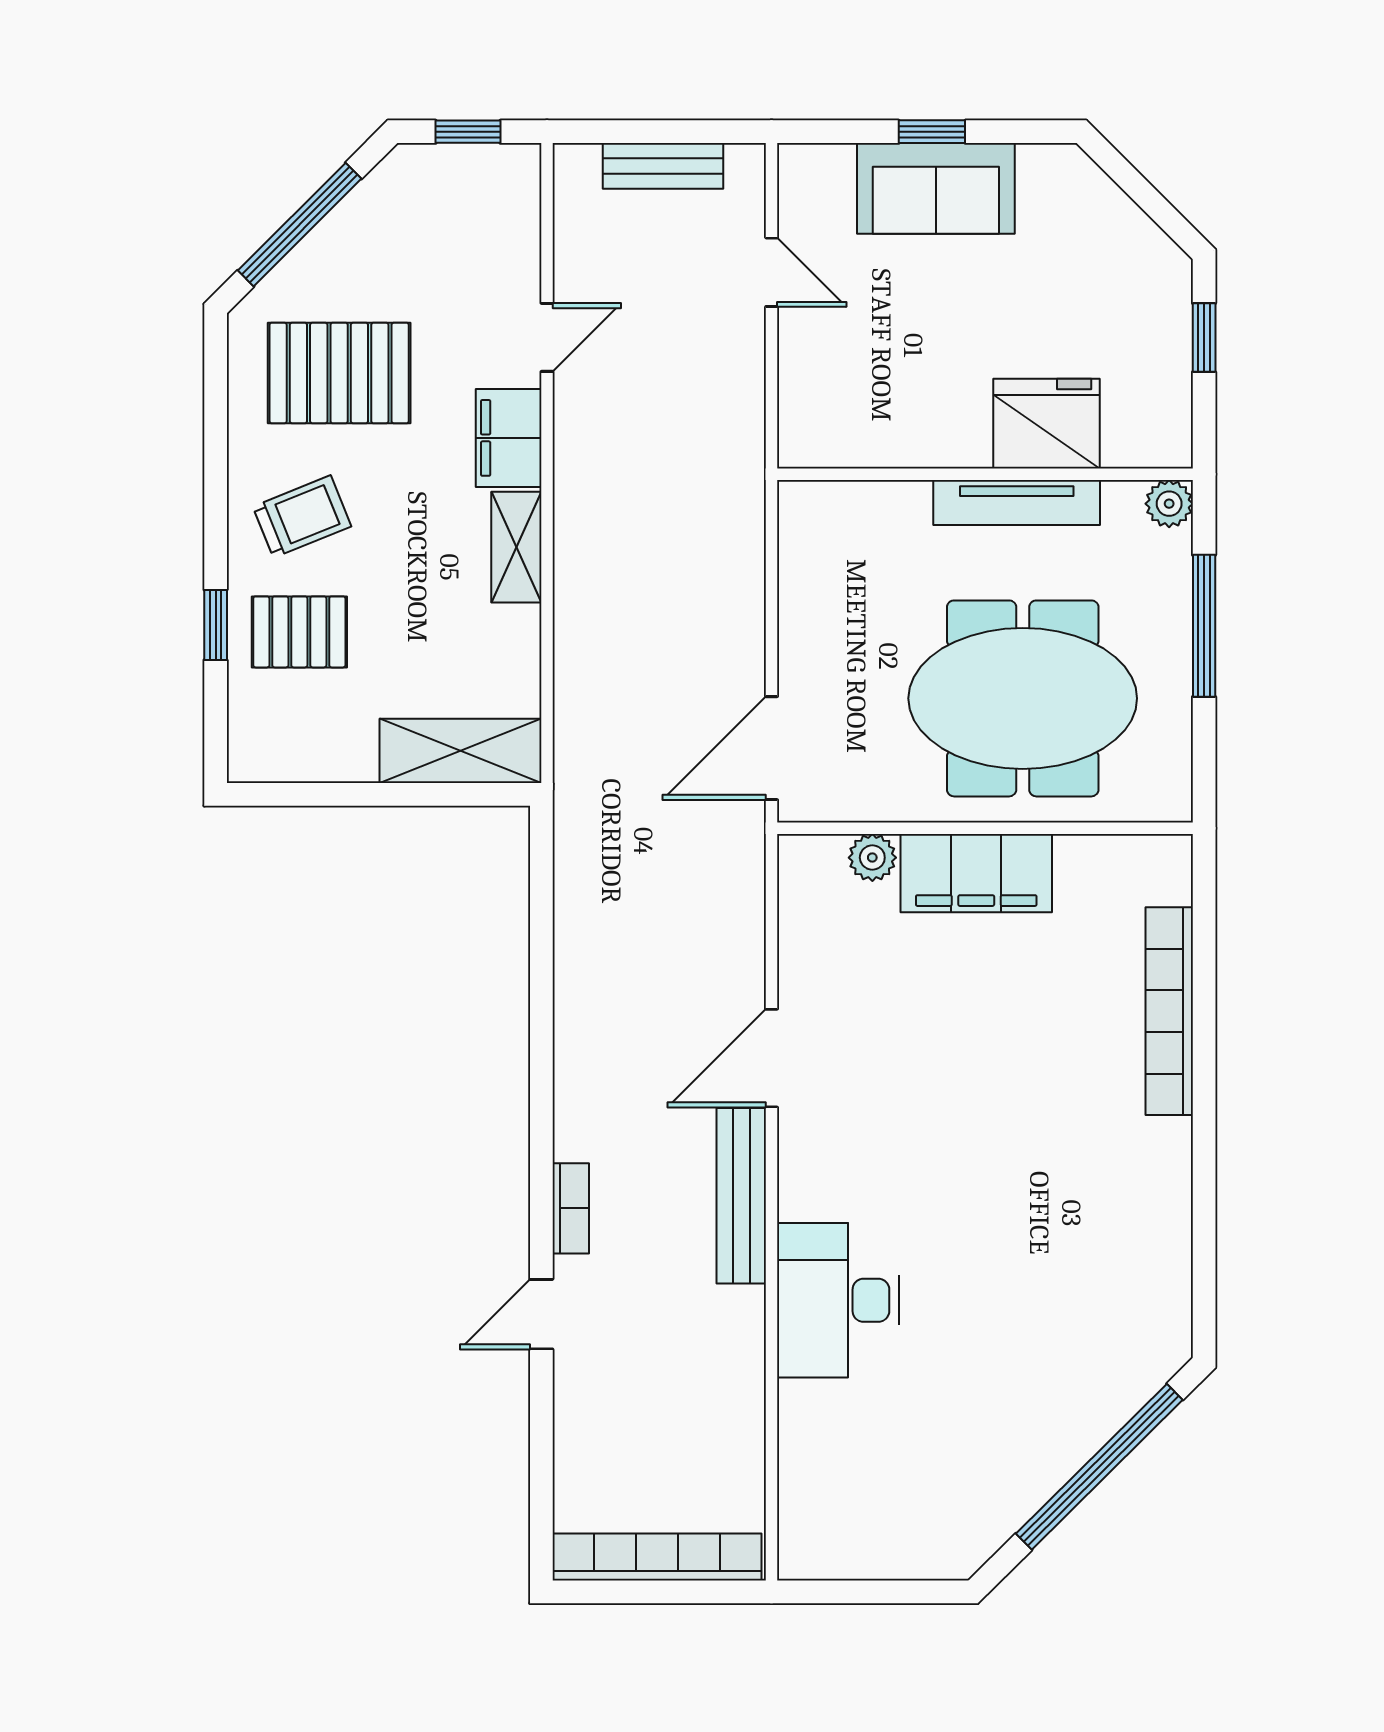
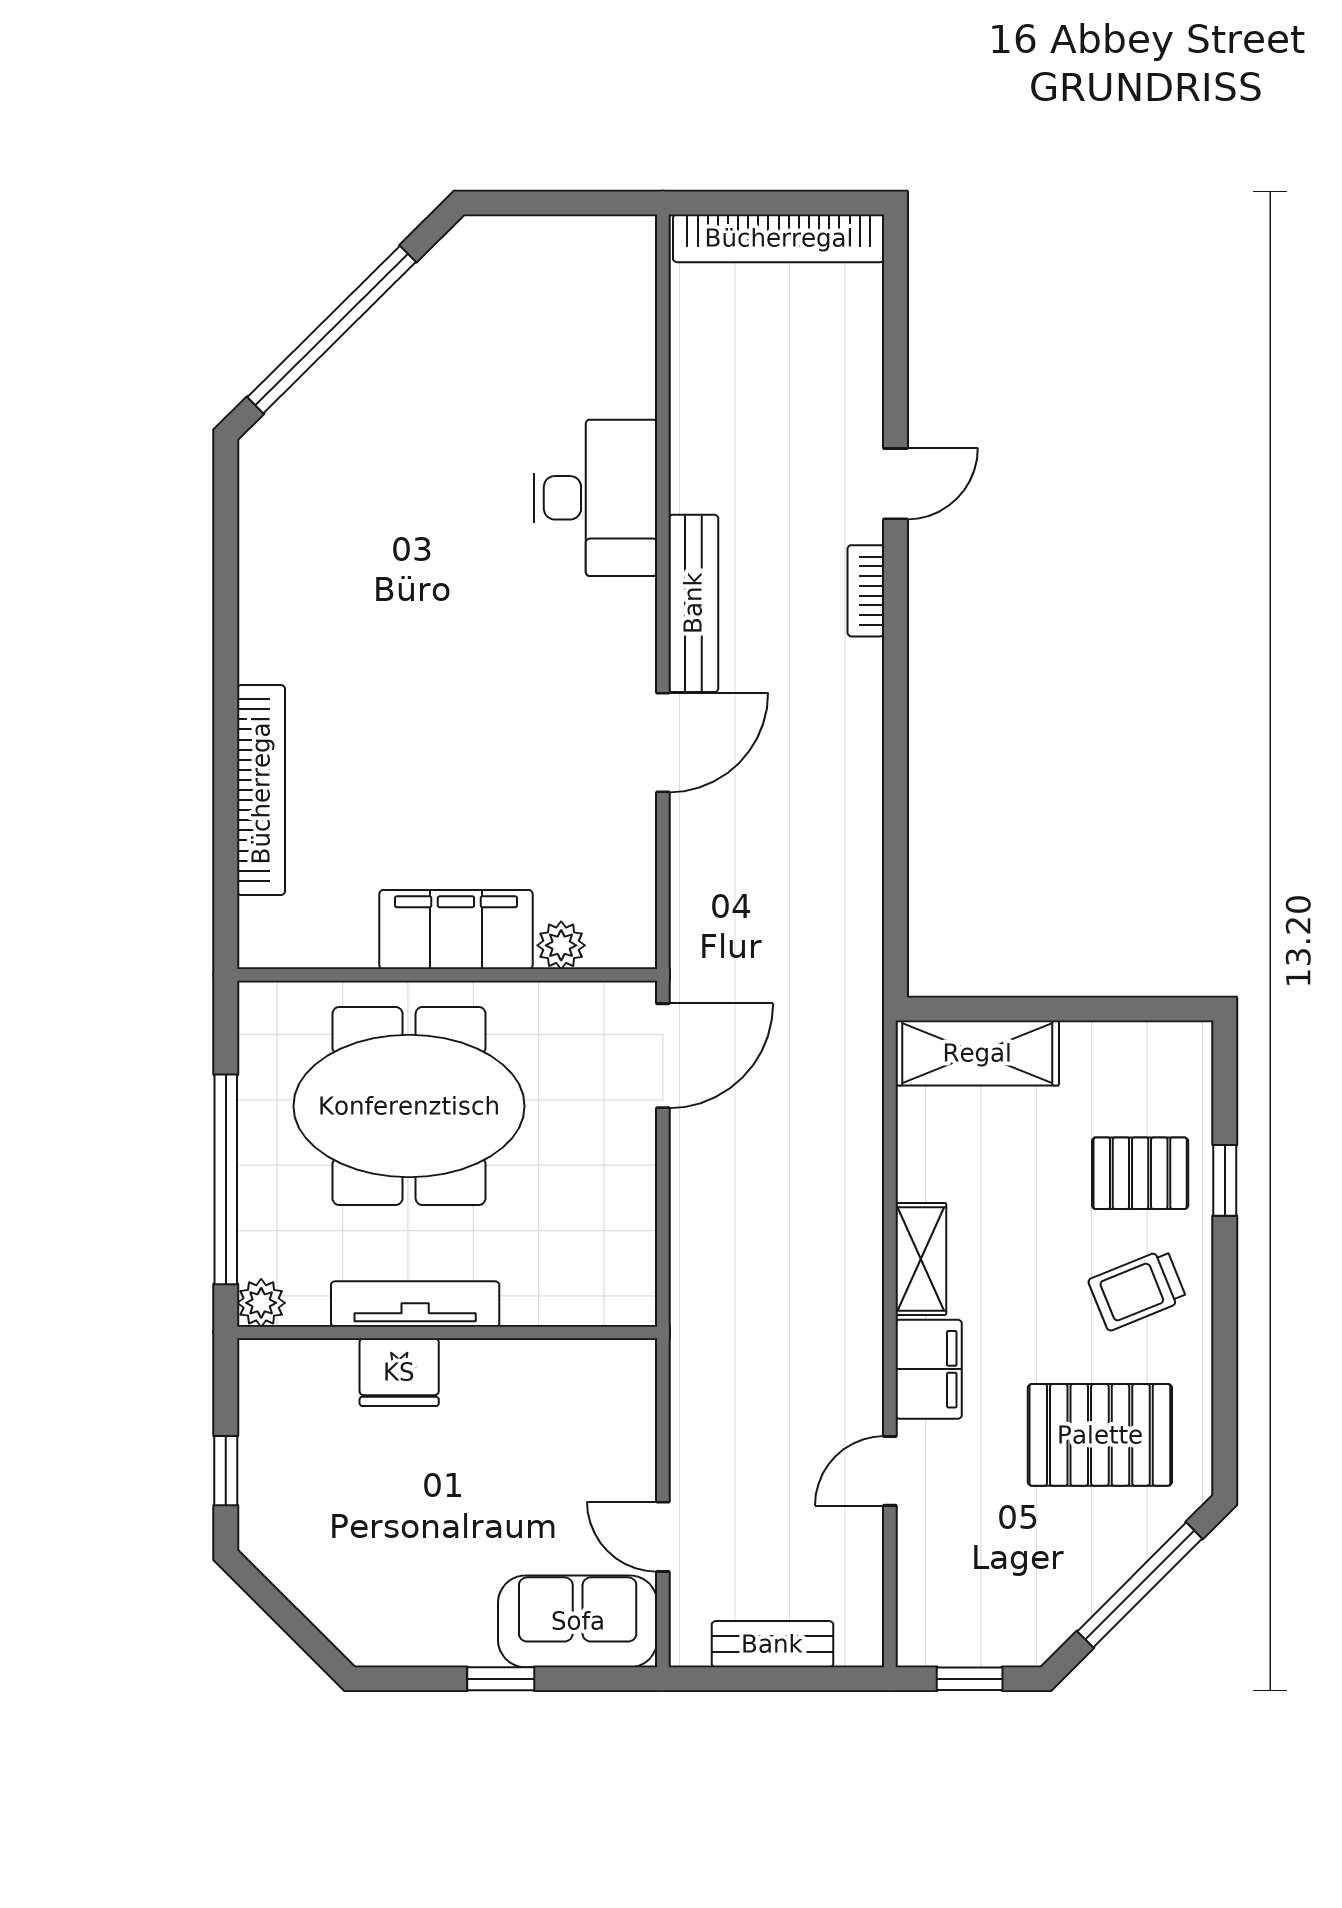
sofa: (936, 188) -> (578, 1621), moved
fridge: (1047, 424) -> (399, 1372), width x0.73, depth x0.75
window: (1204, 626) -> (226, 1179), width x1.46

